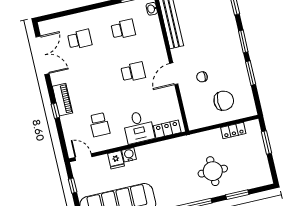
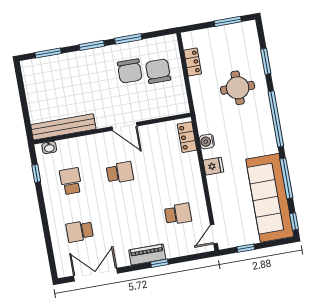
school desk: (80, 39) -> (80, 231), turned -90
school desk: (133, 72) -> (120, 173), turned 90
chair: (202, 77) -> (130, 71), moved, width x1.87, depth x1.87
desk: (139, 127) -> (183, 170), removed
window: (267, 142) -> (228, 21), moved
water cooler: (129, 155) -> (207, 141), moved
fridge: (116, 160) -> (213, 166), moved

